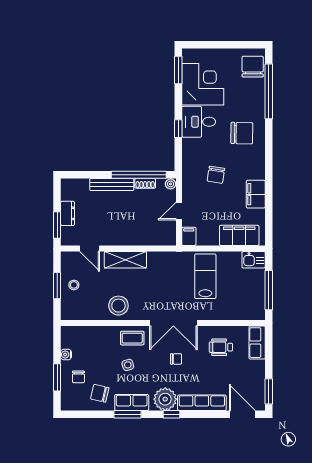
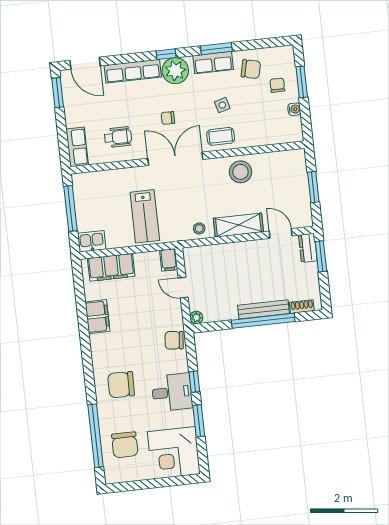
chair: (253, 67) -> (125, 445), moved
window: (178, 70) -> (199, 421), moved
corner desk: (203, 84) -> (174, 453), moved
window: (139, 175) -> (263, 321), moved
chair: (216, 175) -> (174, 340), moved, turned -93
shoe rack: (145, 183) -> (302, 307), moved
door: (179, 211) -> (183, 288), swing flipped
dresser: (68, 213) -> (308, 248), moved
stool: (74, 285) -> (199, 228), moved

